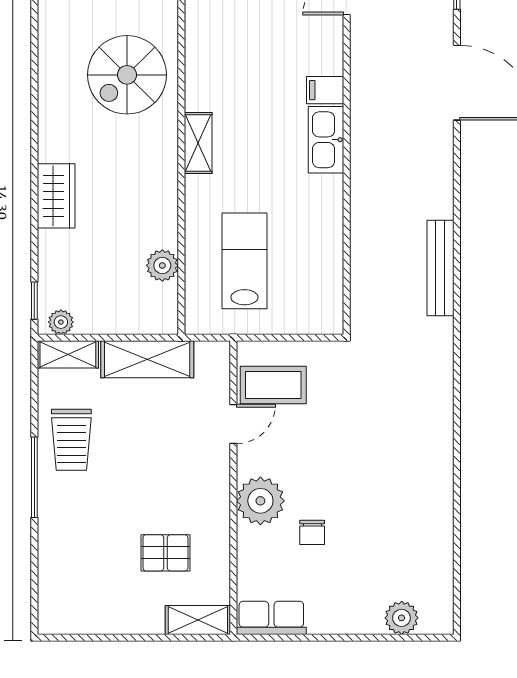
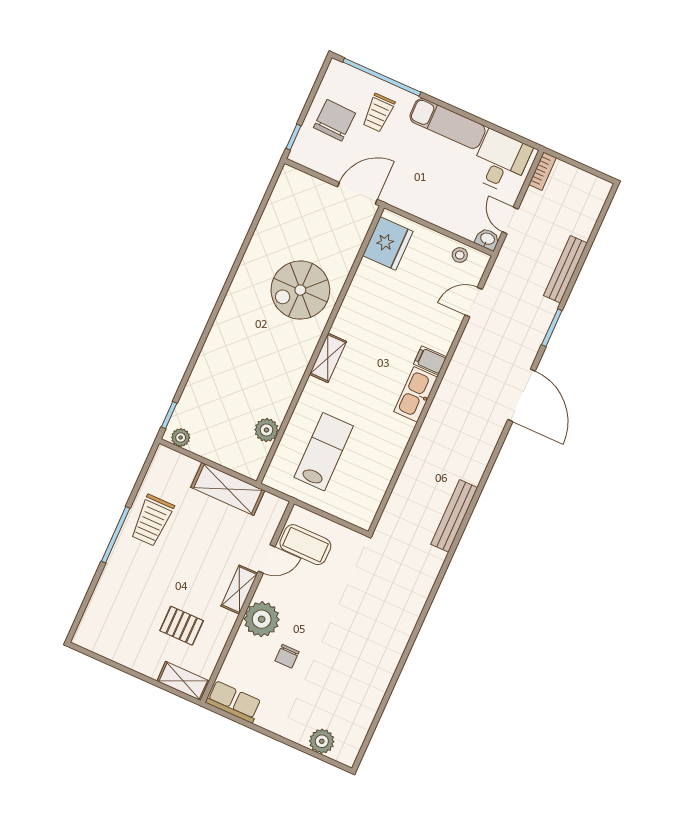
wardrobe: (56, 196) -> (216, 351), removed
shelving: (68, 354) -> (239, 590), moved, turned 90

